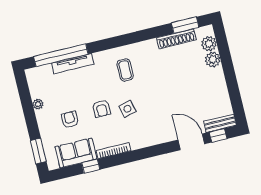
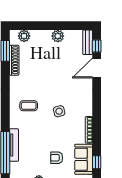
plant: (213, 60) -> (58, 36), moved
armchair: (101, 108) -> (54, 131), removed
window: (91, 166) -> (97, 162), moved

